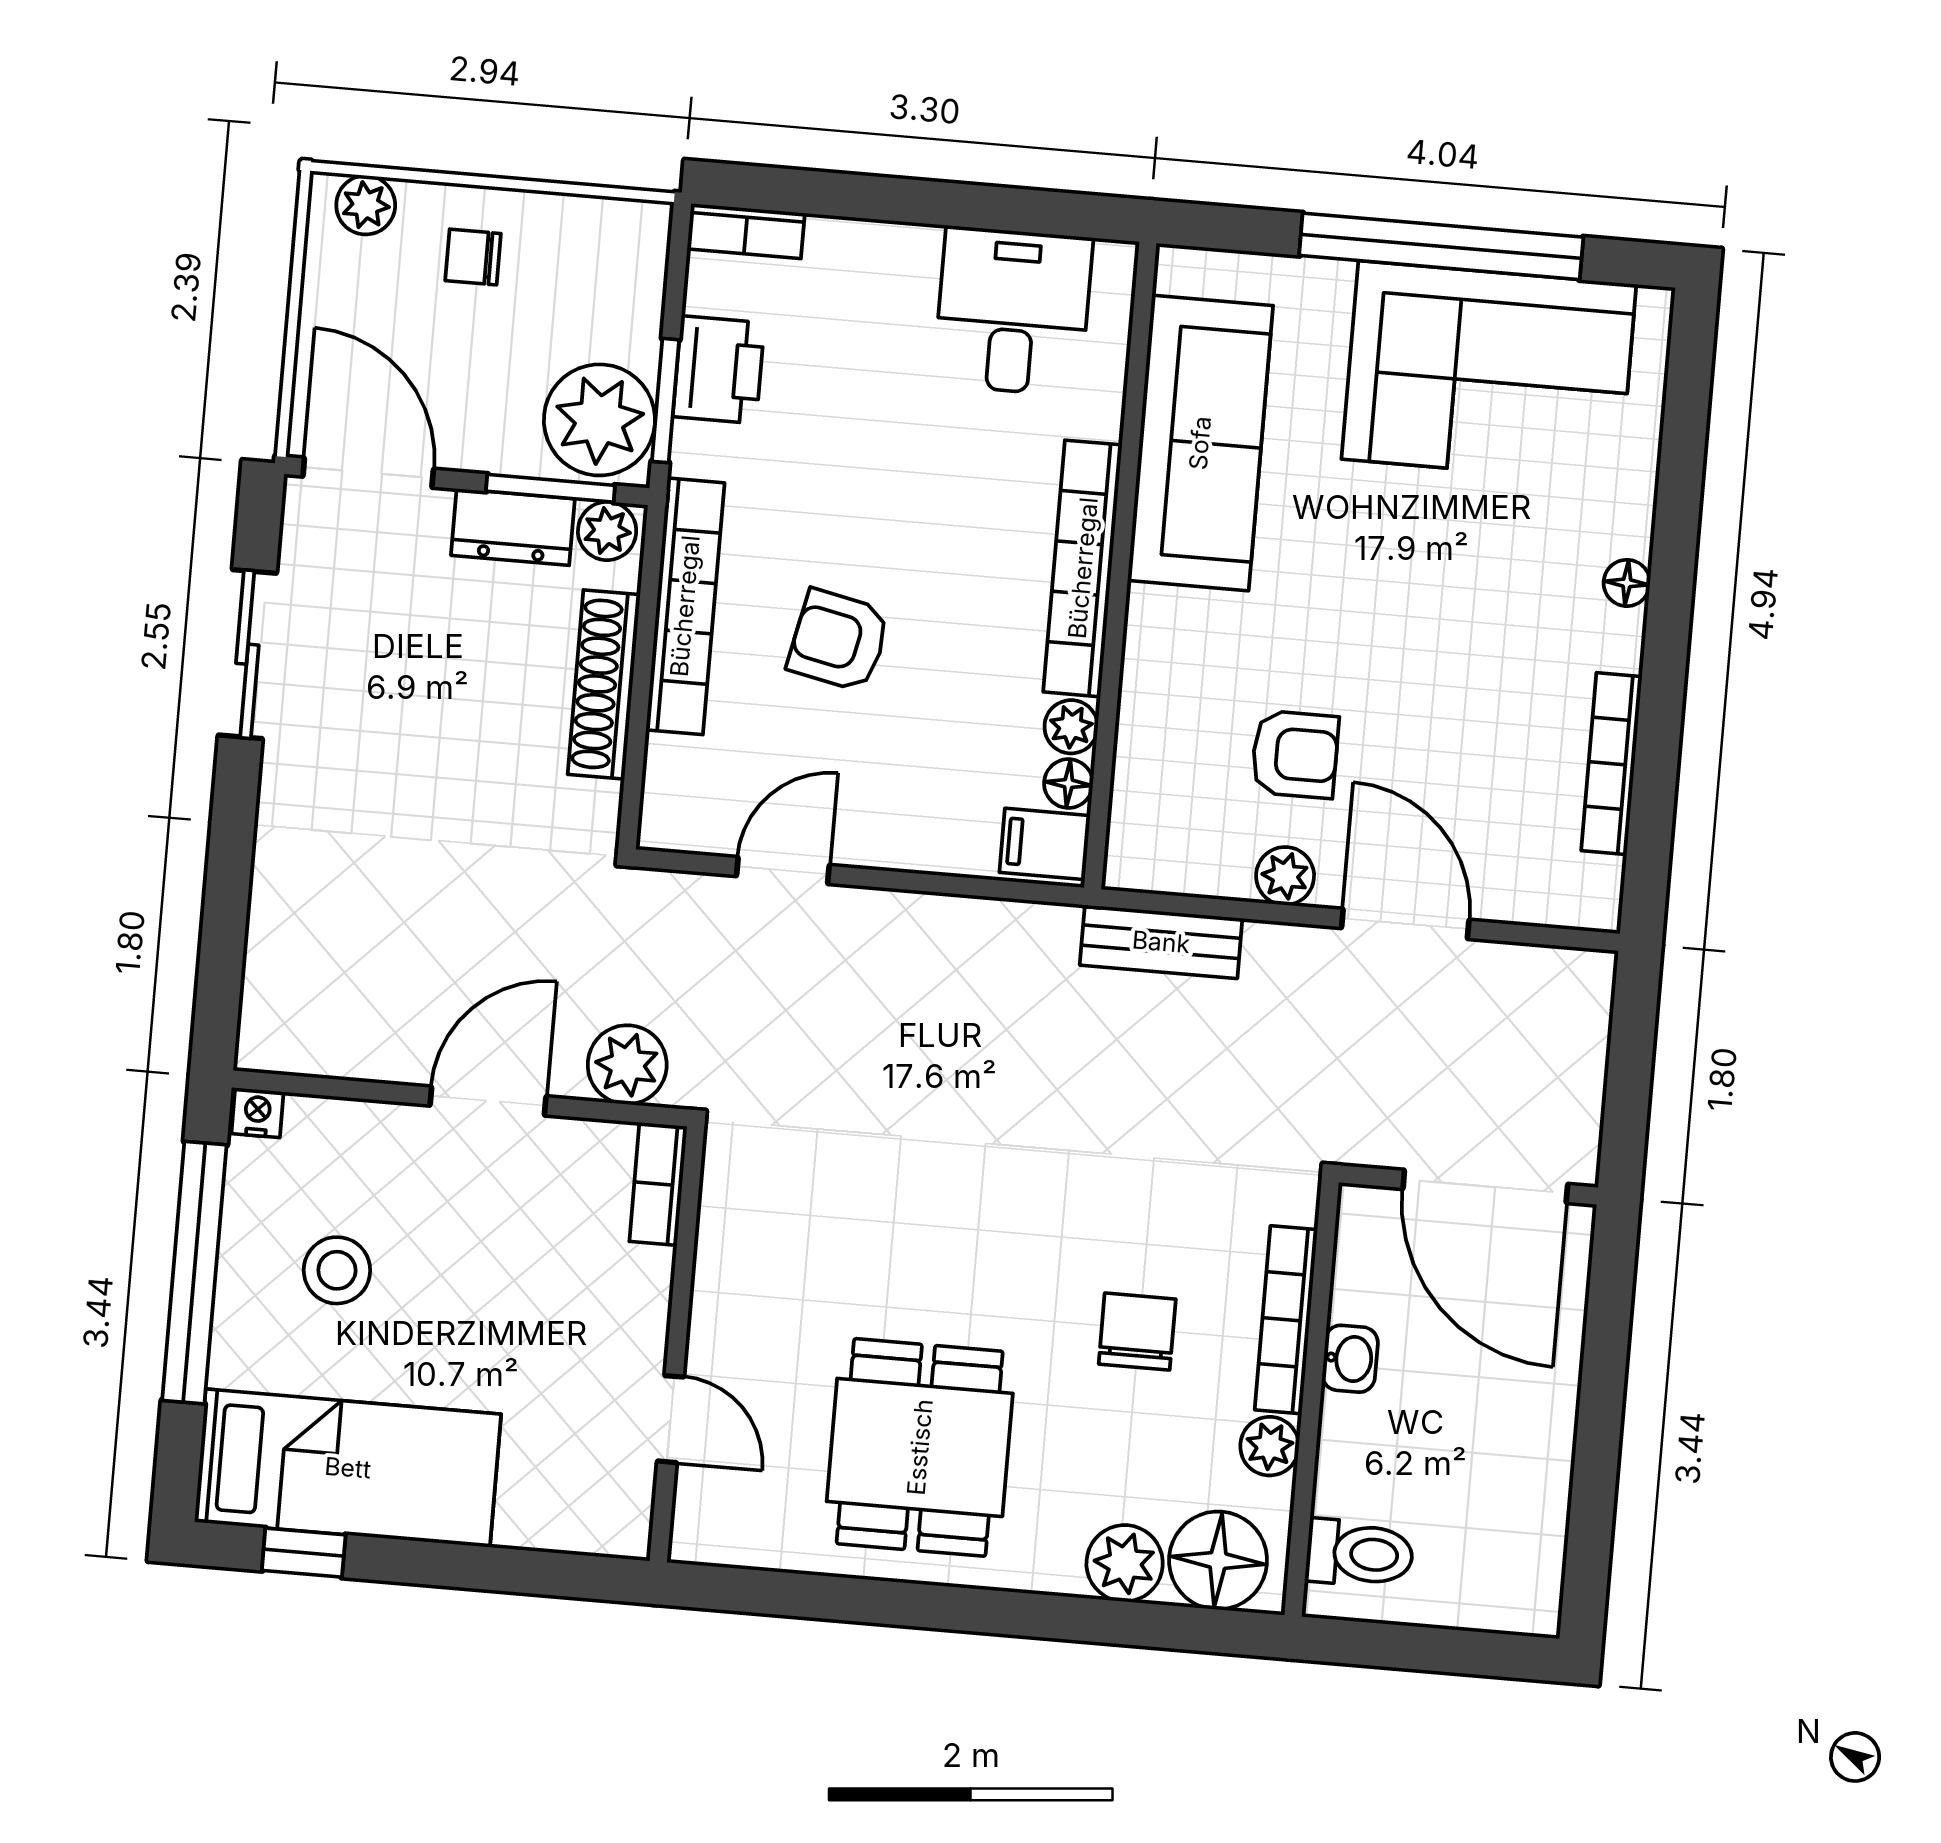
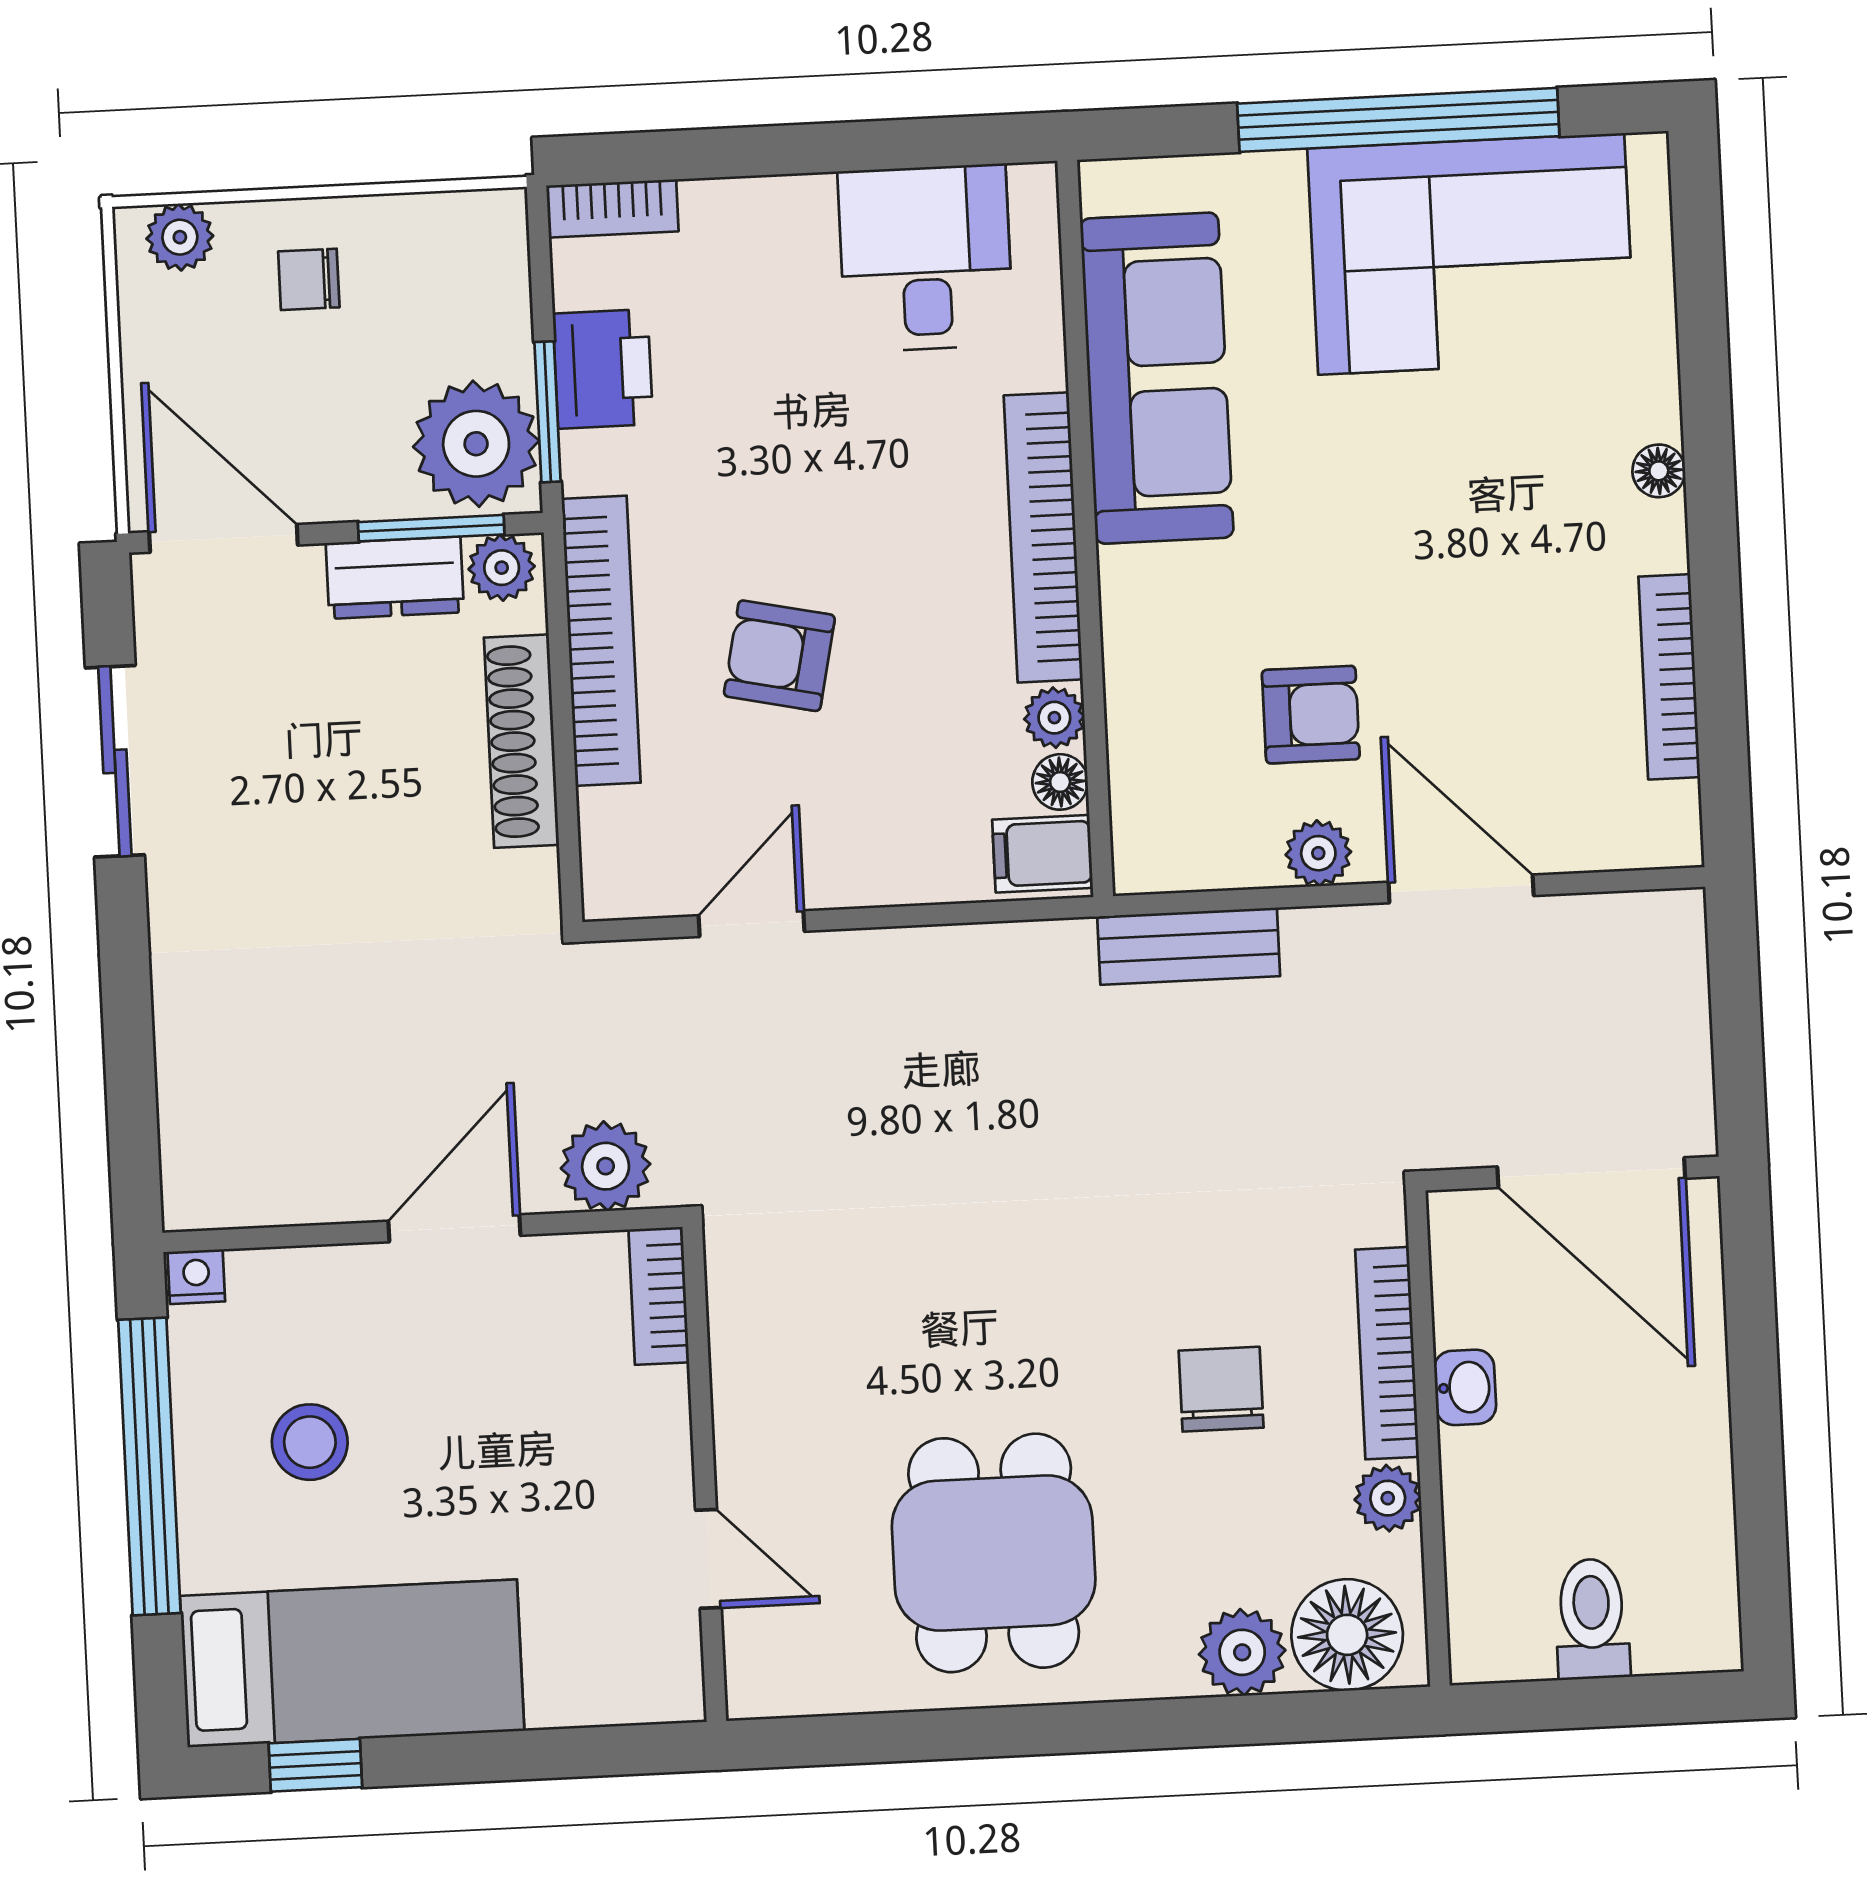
toilet: (1360, 1553) -> (1592, 1619), moved, turned -90

